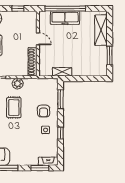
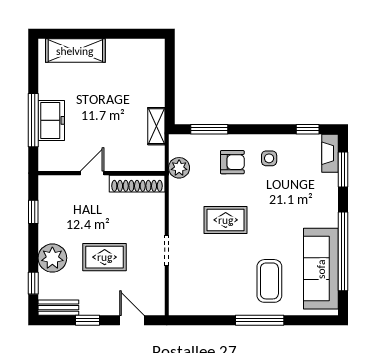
window: (65, 9) -> (33, 120), width x0.68
freezer: (65, 18) -> (51, 120), width x0.71
window: (110, 56) -> (125, 34), removed
plant: (18, 84) -> (179, 168), moved
window: (60, 133) -> (308, 129), moved

